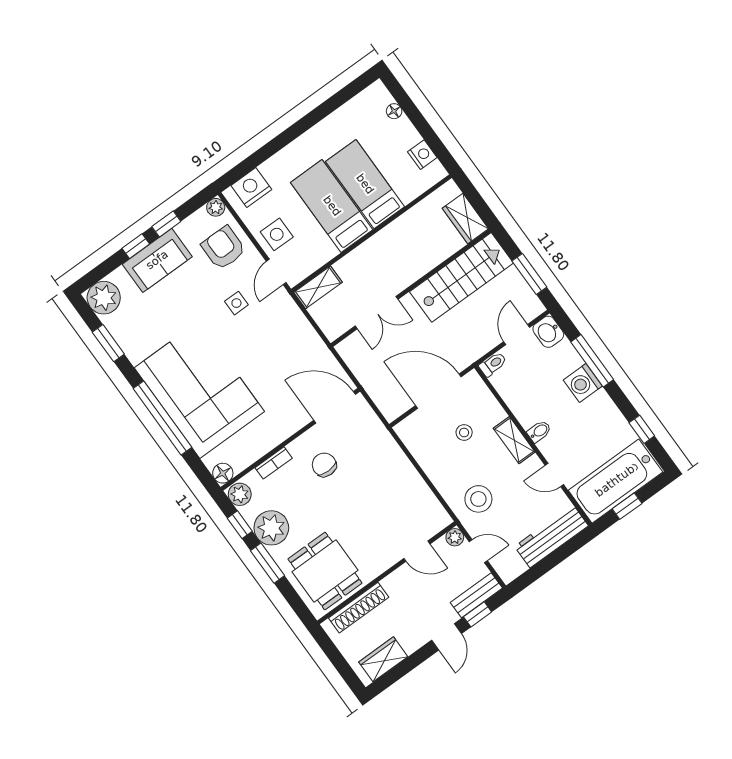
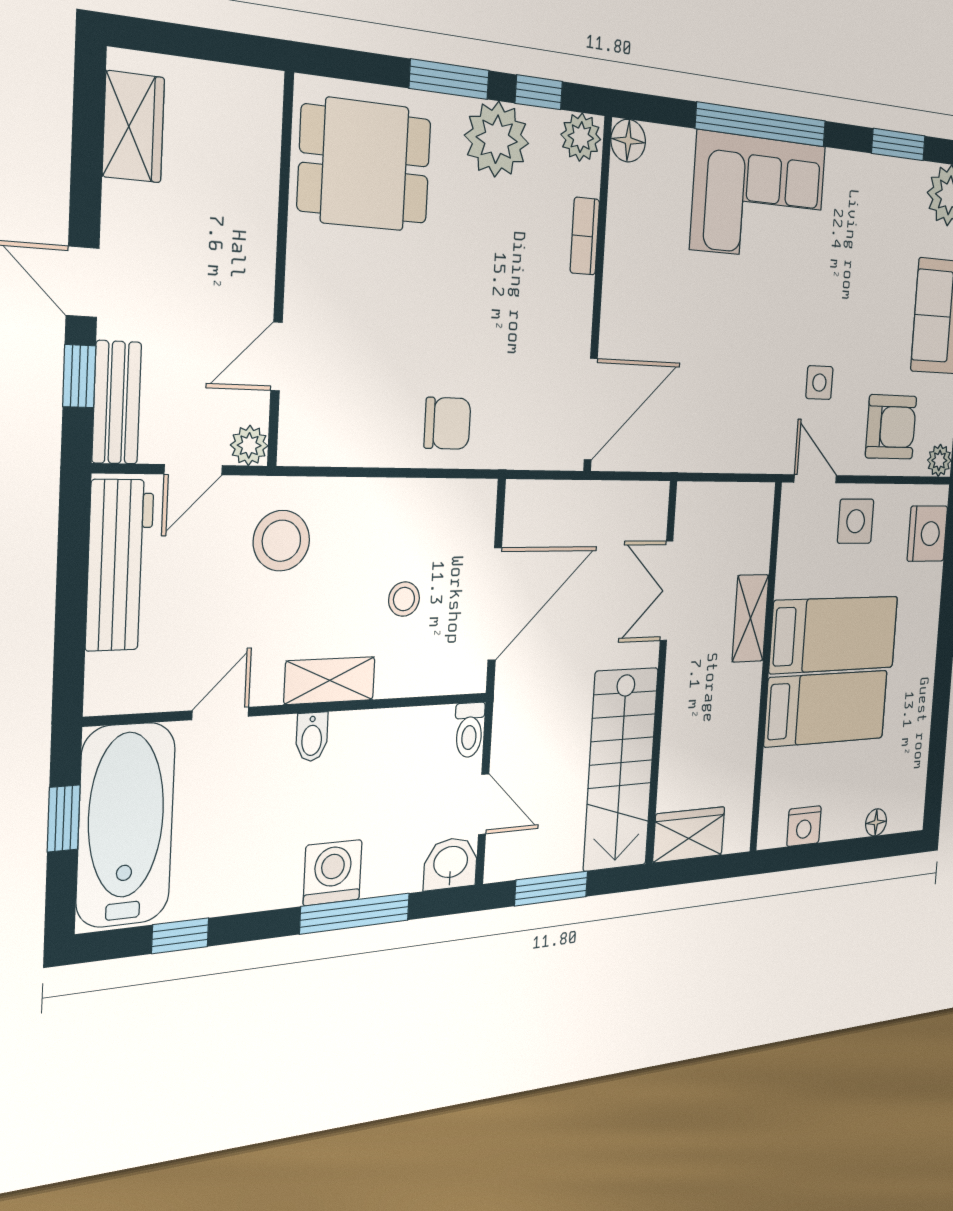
shelving: (318, 287) -> (750, 618), moved
corner sofa: (199, 390) -> (759, 197), width x0.73, depth x0.74
chair: (324, 465) -> (447, 423), moved
workbench: (551, 536) -> (120, 565), moved
shoe rack: (359, 608) -> (260, 166), removed

